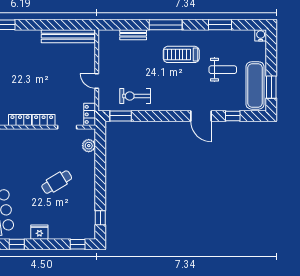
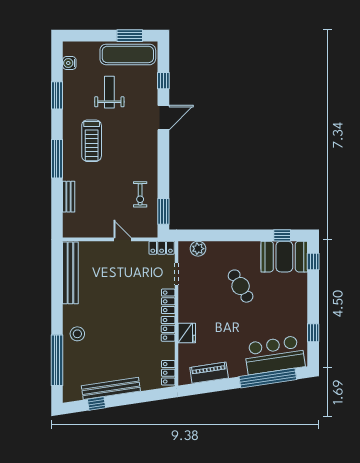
water cooler: (261, 35) -> (69, 63), moved
stool: (16, 42) -> (77, 334), added
door: (97, 81) -> (123, 239), swing flipped
exercise bike: (135, 96) -> (140, 194), width x0.73, depth x0.72
booth: (82, 220) -> (284, 257), added
fridge: (39, 232) -> (187, 333), moved, turned 180

